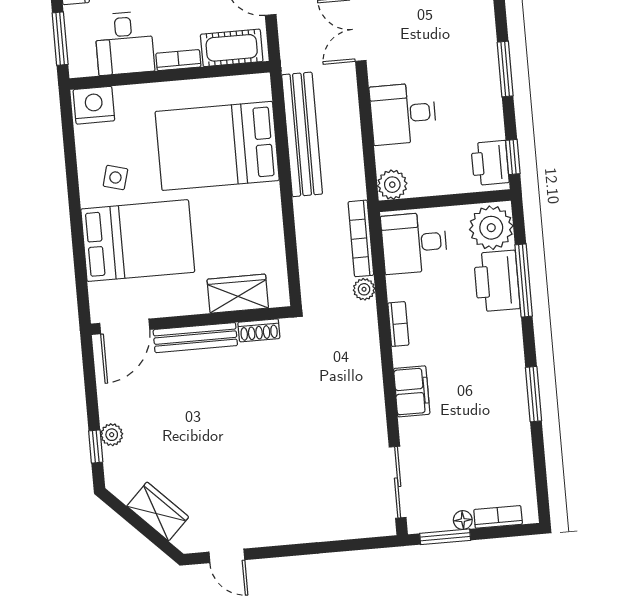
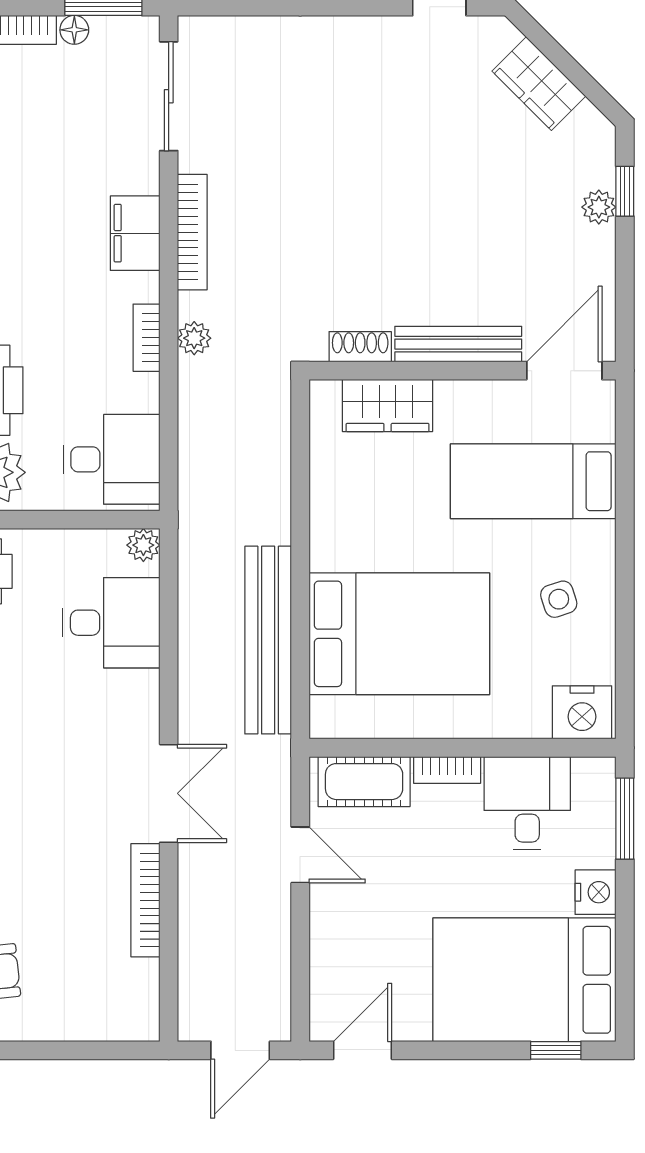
desk: (403, 114) -> (111, 623), moved
side table: (115, 177) -> (559, 599), turned -33
plant: (392, 185) -> (143, 545), width x0.73, depth x0.73
bookcase: (361, 238) -> (192, 232), moved
bed: (138, 241) -> (533, 481), width x0.67
plant: (364, 289) -> (194, 338), moved

